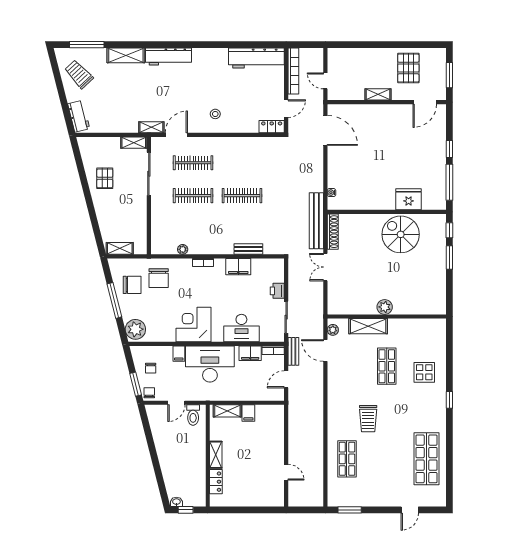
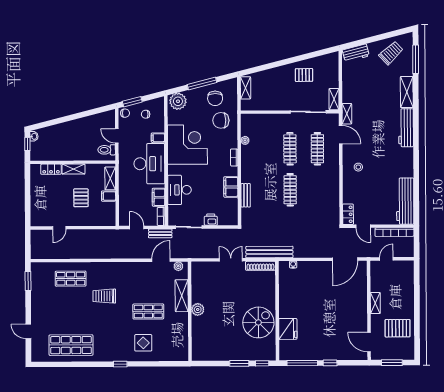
corner desk: (194, 325) -> (187, 145), width x1.36, depth x1.36
pallet: (250, 446) -> (81, 198), added

